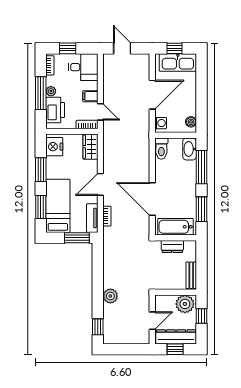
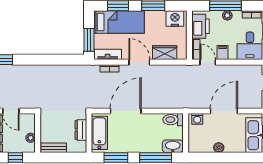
door: (152, 95) -> (224, 111), swing flipped
printer: (55, 110) -> (201, 26), moved, turned -90
door: (100, 112) -> (208, 62), swing flipped
boiler: (191, 122) -> (219, 148), moved
wardrobe: (90, 147) -> (165, 53), moved
plant: (110, 296) -> (34, 71), removed
plant: (185, 304) -> (31, 138), width x0.53, depth x0.53

